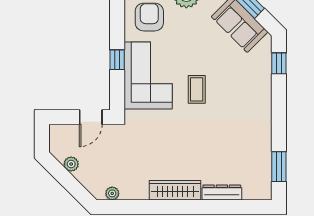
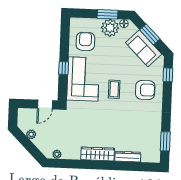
armchair: (245, 88) -> (145, 90), added

